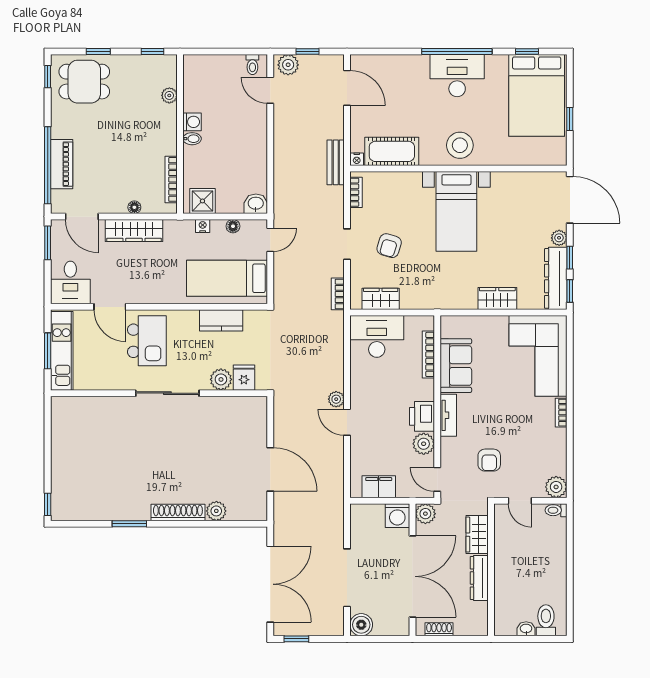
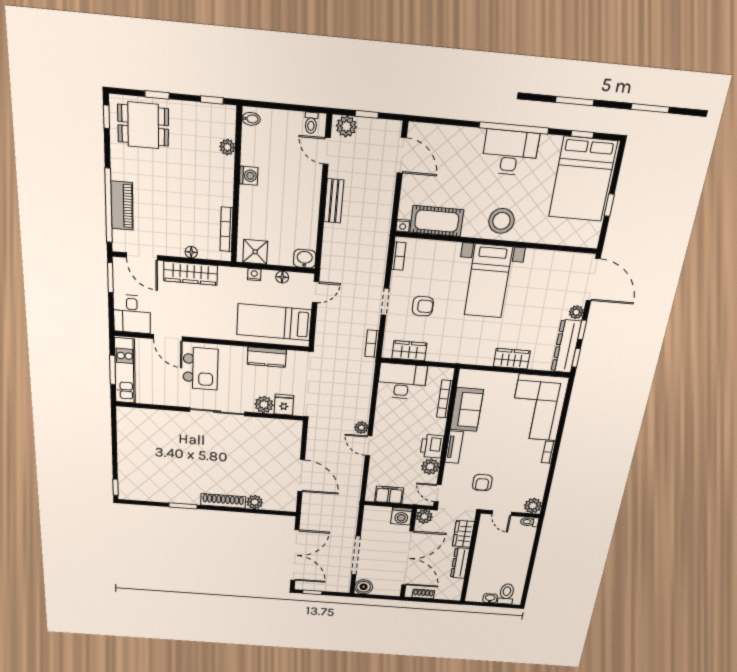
bidet: (192, 139) -> (251, 119), moved
bench: (336, 162) -> (334, 201), moved
armchair: (389, 246) -> (423, 306), turned -107

